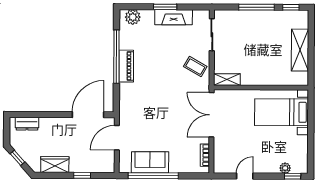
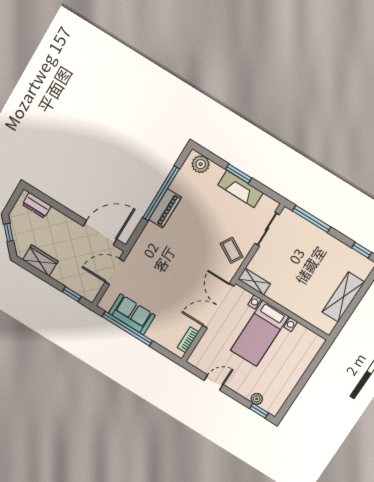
window: (257, 7) -> (312, 219), moved
bed with nightstands: (281, 112) -> (260, 333), moved, turned -90
window: (82, 175) -> (72, 294), moved

